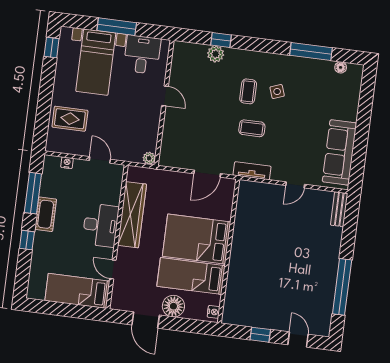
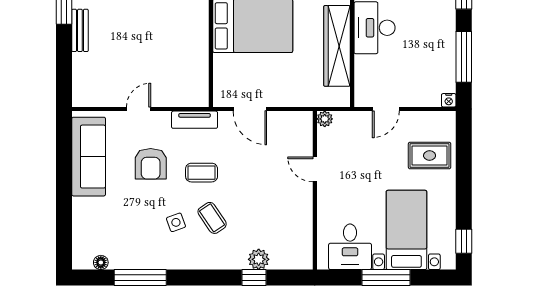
coffee table: (248, 91) -> (212, 218), turned -34
door: (165, 96) -> (315, 169), moved
armchair: (291, 140) -> (151, 164), added
door: (100, 160) -> (386, 109), hinge flipped
nightstand: (67, 163) -> (449, 100), moved
door: (207, 174) -> (250, 109), swing flipped
bench: (339, 209) -> (80, 30), moved
cot: (46, 214) -> (445, 33), removed

